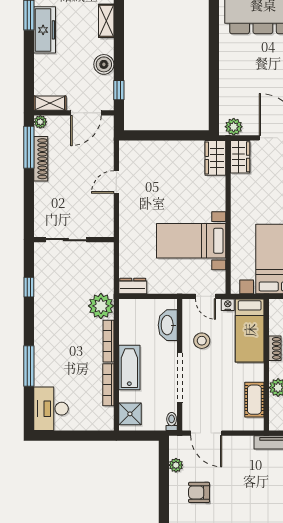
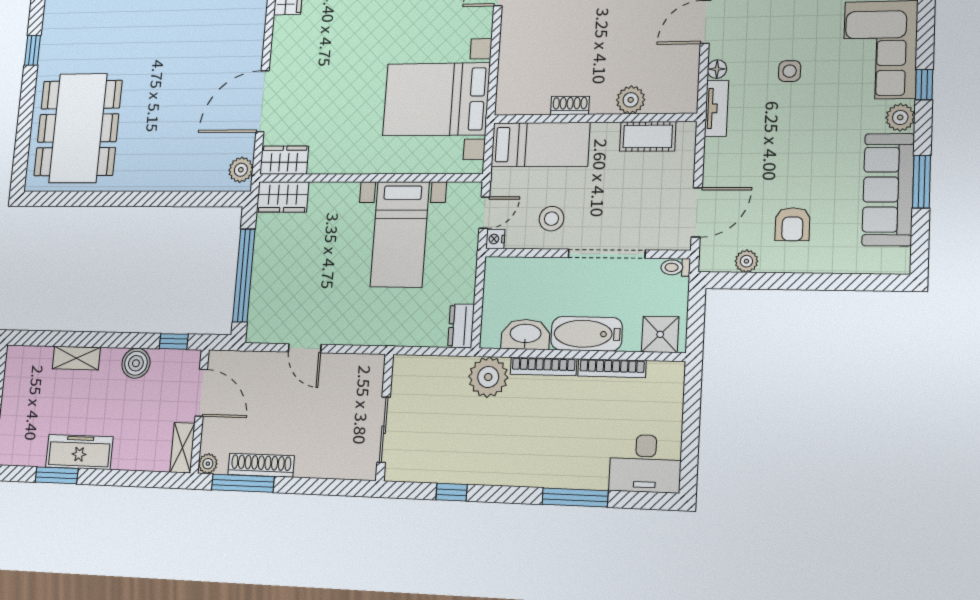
window: (163, 135) -> (244, 275), added
nightstand: (228, 305) -> (495, 239), moved
washbasin: (168, 325) -> (525, 334), moved, turned 180

